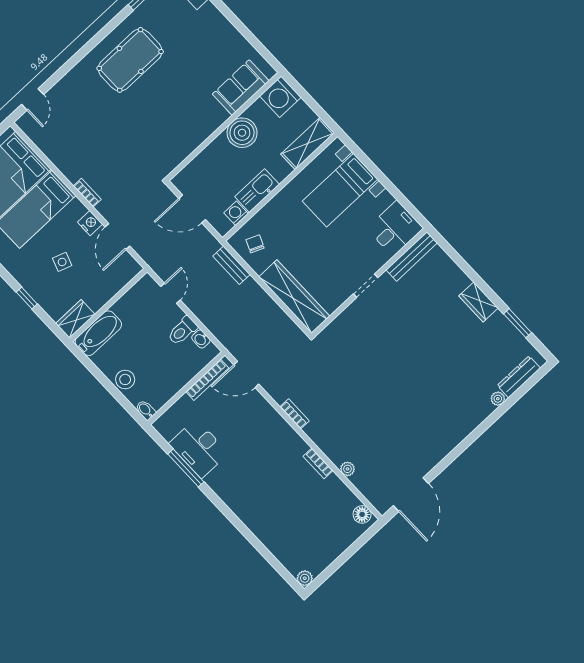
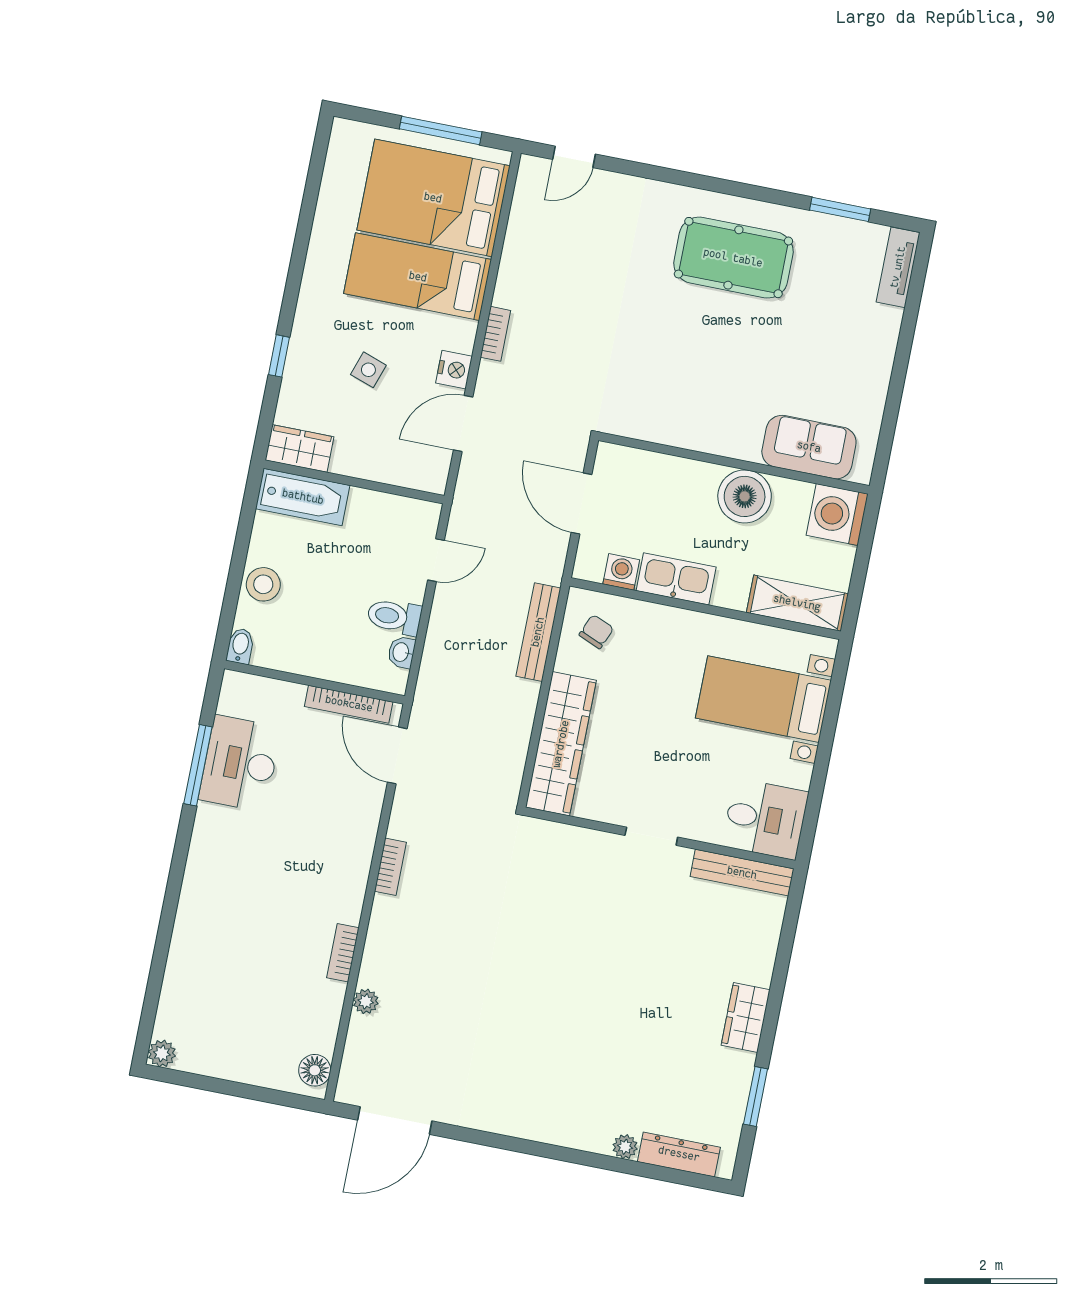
bench: (232, 265) -> (538, 632), width x1.36

